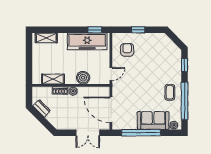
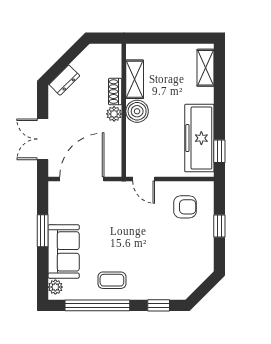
boiler: (83, 78) -> (137, 111), moved
dresser: (42, 108) -> (64, 80), moved
window: (141, 133) -> (43, 231), width x0.47

